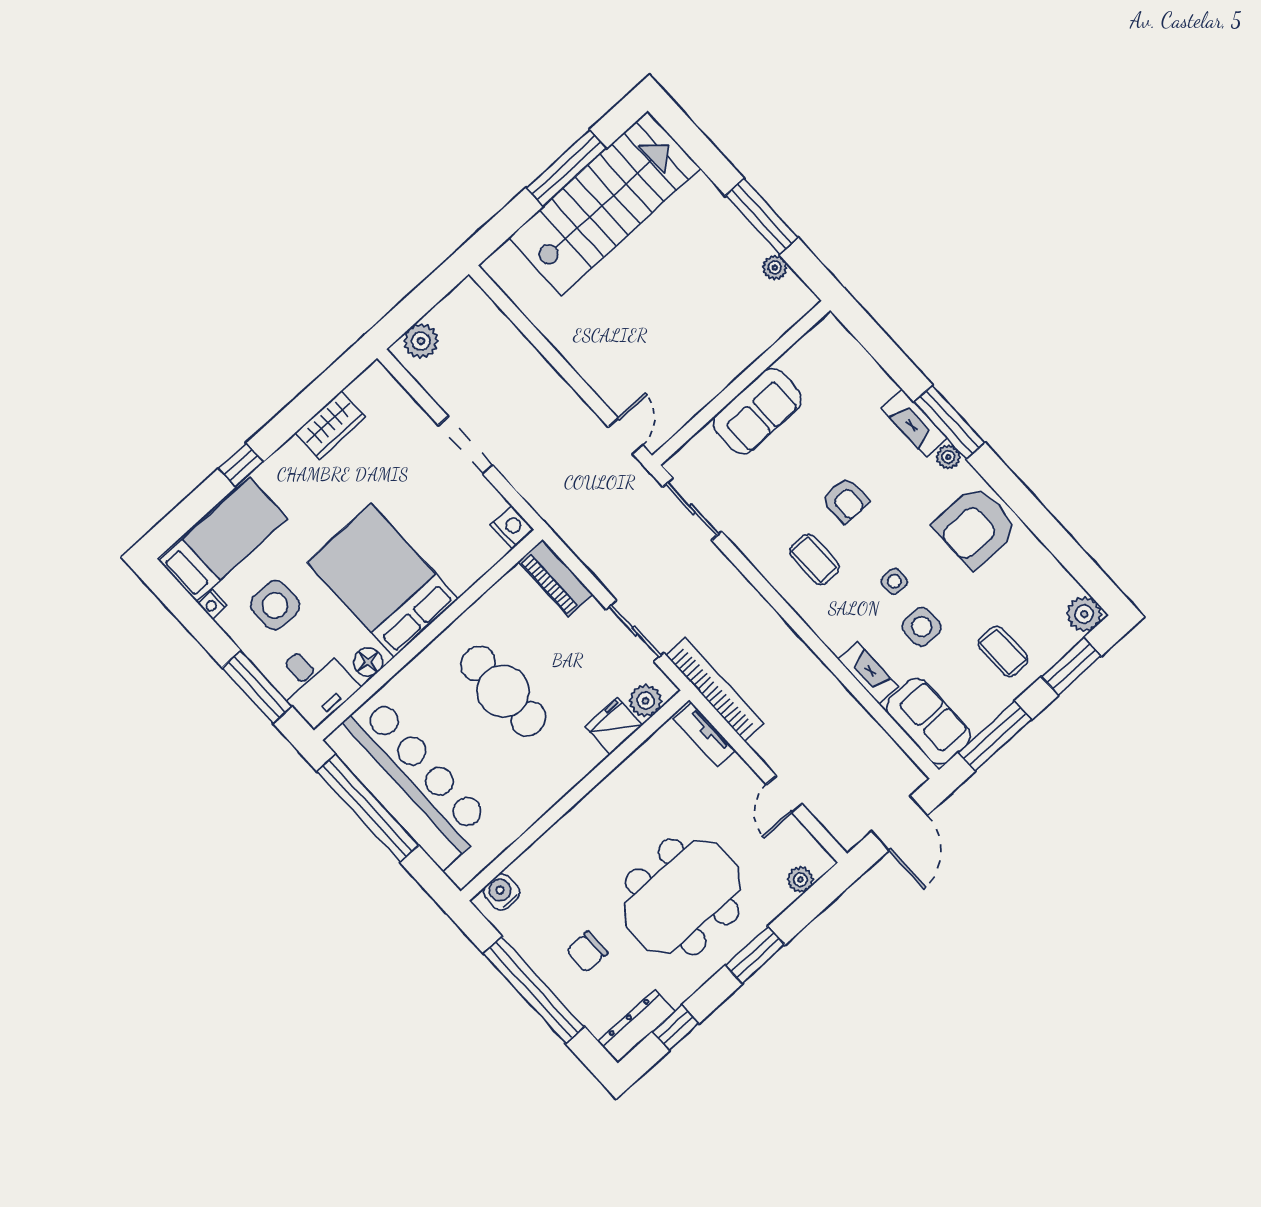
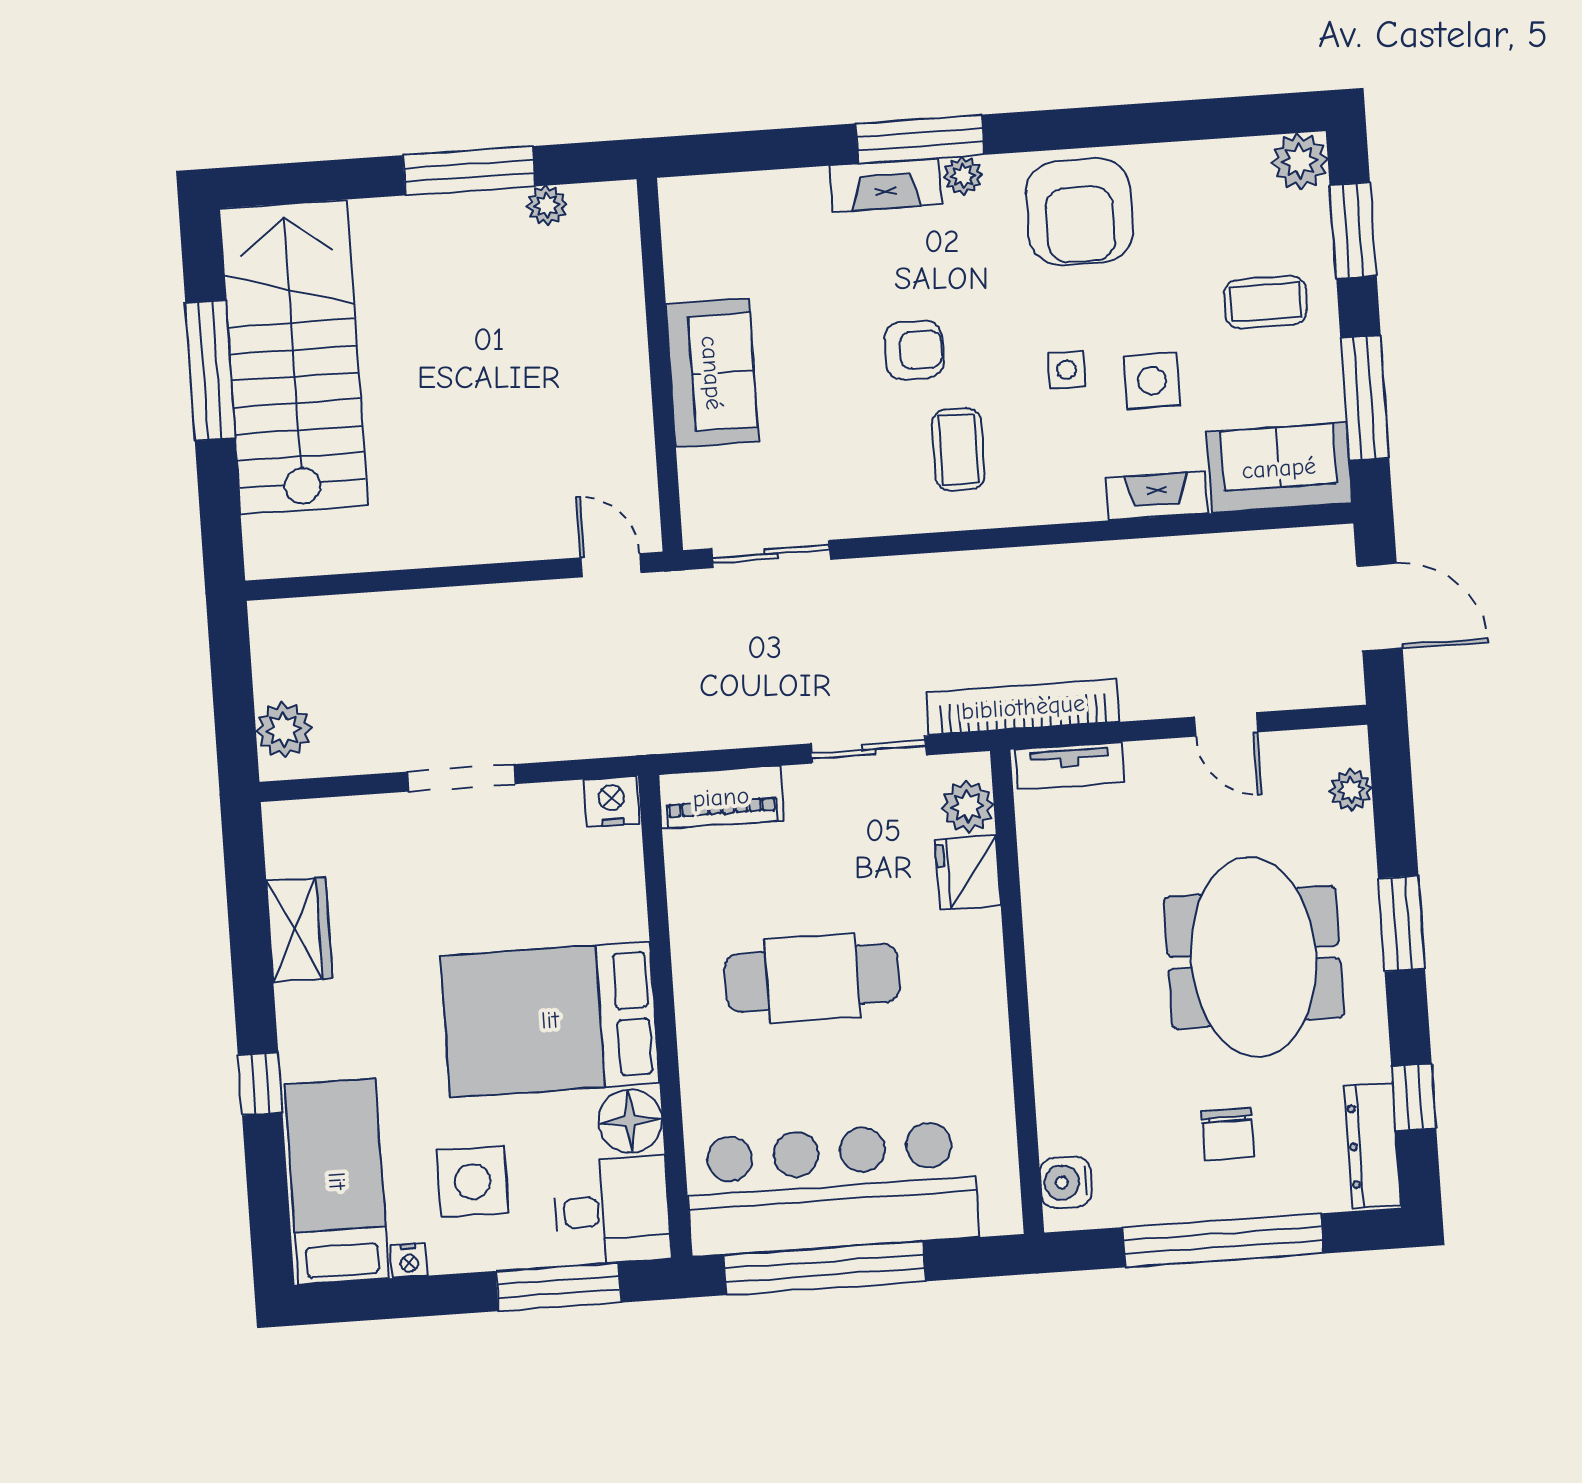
coffee table: (814, 560) -> (958, 449), turned 90
floor lamp: (368, 662) -> (630, 1121), width x1.38, depth x1.38

